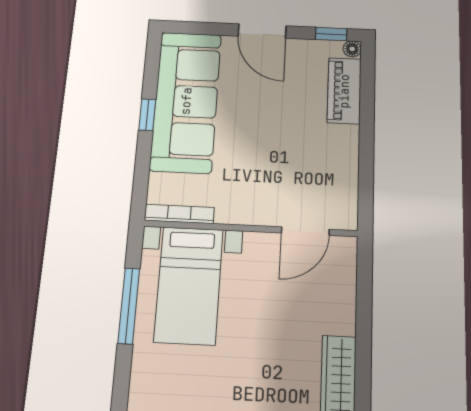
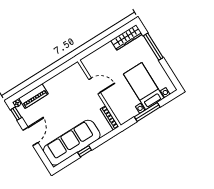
door: (305, 231) -> (95, 86), moved
bed with nightstands: (189, 285) -> (144, 86), moved, turned -90

